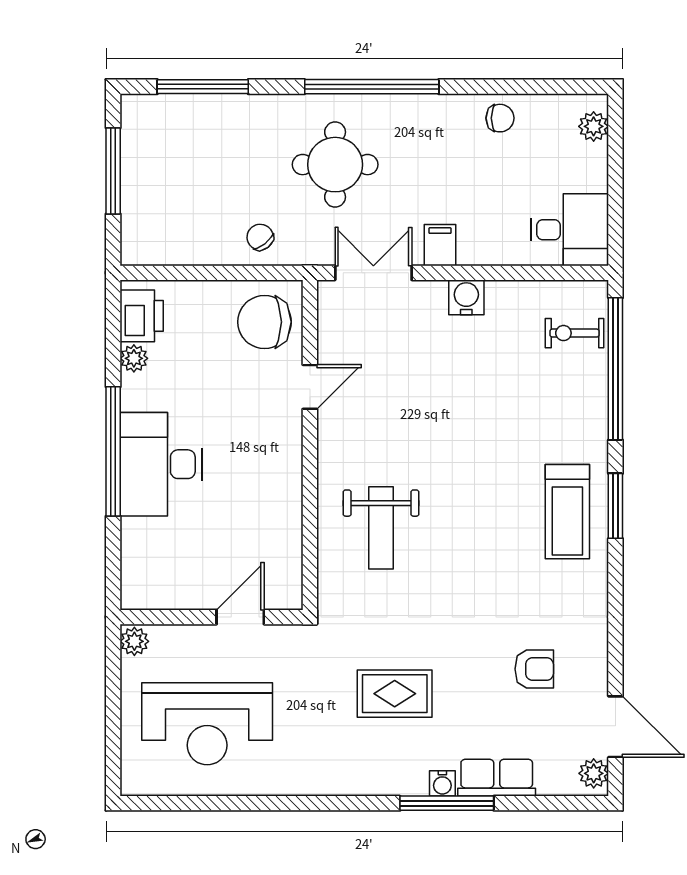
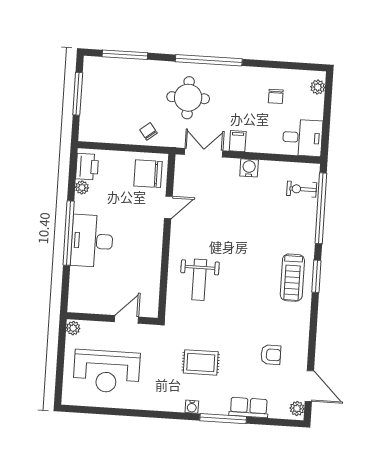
chair: (500, 118) -> (276, 96), moved, turned 90
water cooler: (442, 783) -> (192, 407), moved

